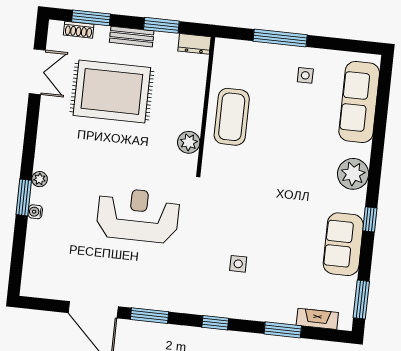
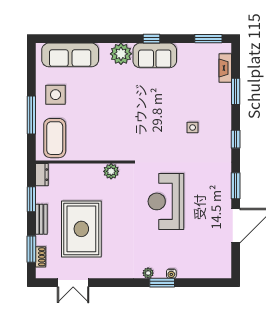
double door: (37, 72) -> (73, 283), swing flipped
side table: (305, 75) -> (56, 95), width x1.87, depth x1.87
coffee table: (232, 117) -> (55, 138), moved, turned 90
sofa: (343, 244) -> (155, 55), moved

